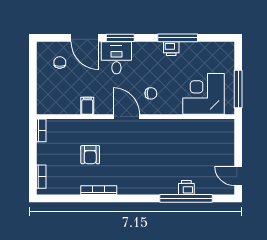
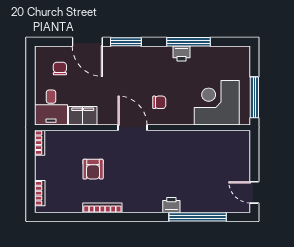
desk: (116, 58) -> (51, 108), moved, turned 180
filing cabinet: (87, 106) -> (83, 116), width x2.00
printer: (186, 188) -> (171, 205), moved

